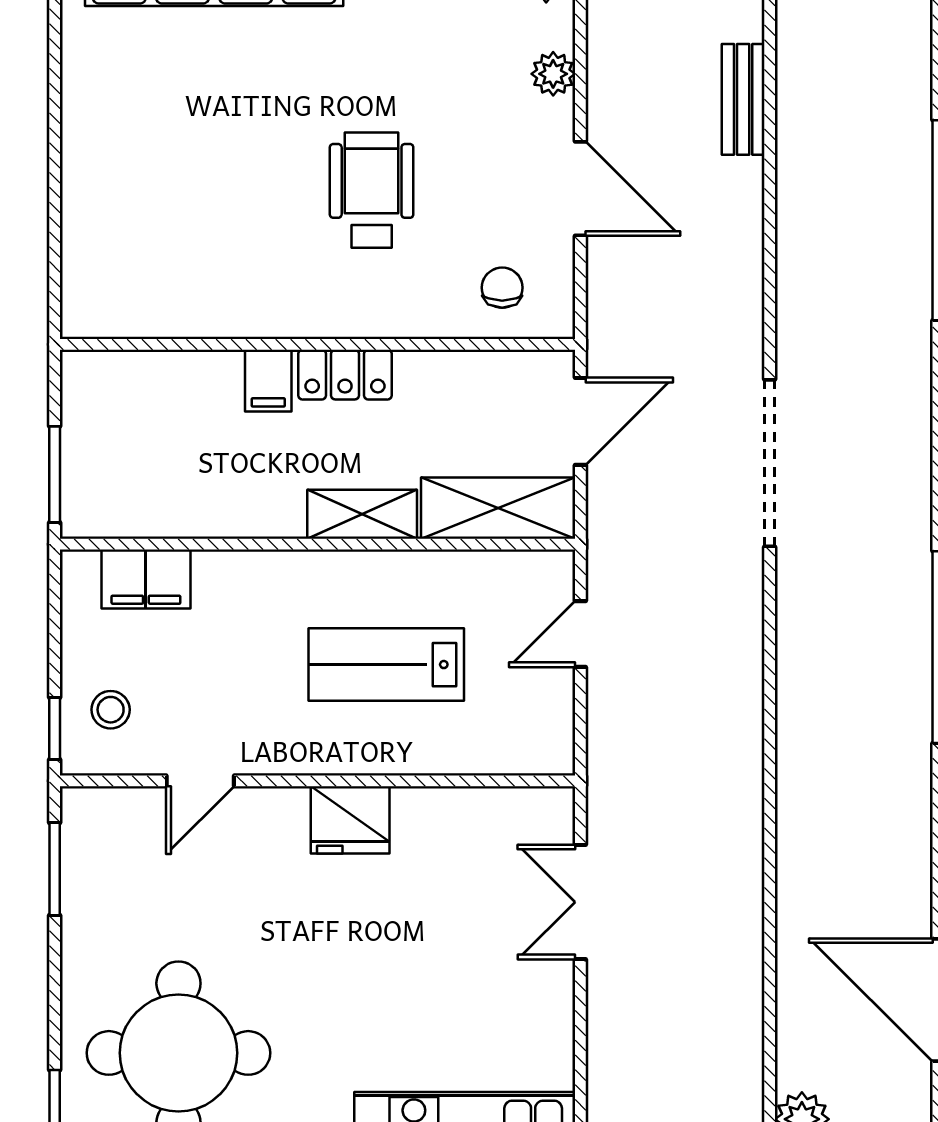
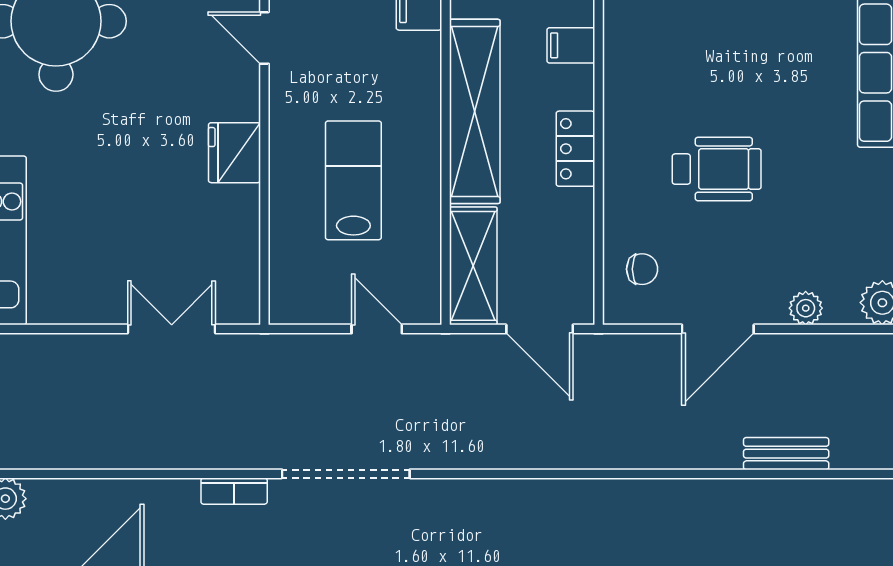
filing cabinet: (268, 381) -> (571, 45), moved
doorway: (770, 463) -> (346, 474), moved
shelving: (362, 514) -> (475, 111), width x2.20, depth x1.33
bookcase: (792, 820) -> (234, 491), added

